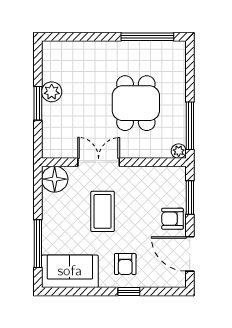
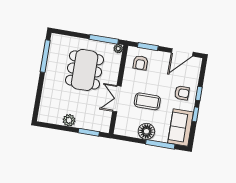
window: (38, 103) -> (89, 132), moved
dining table: (136, 103) -> (85, 70), width x1.38
floor lamp: (55, 179) -> (146, 131), moved
armchair: (172, 219) -> (140, 63), moved
window: (95, 291) -> (195, 114), added

